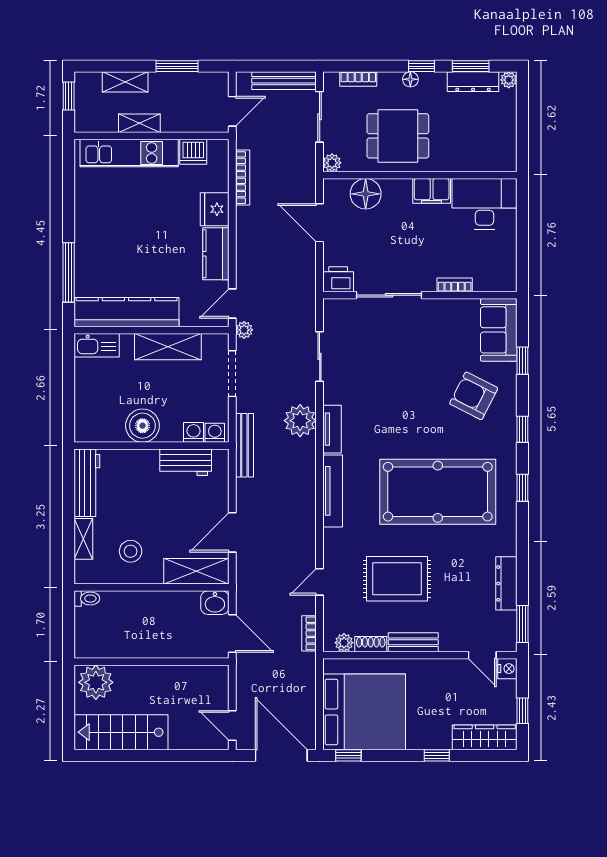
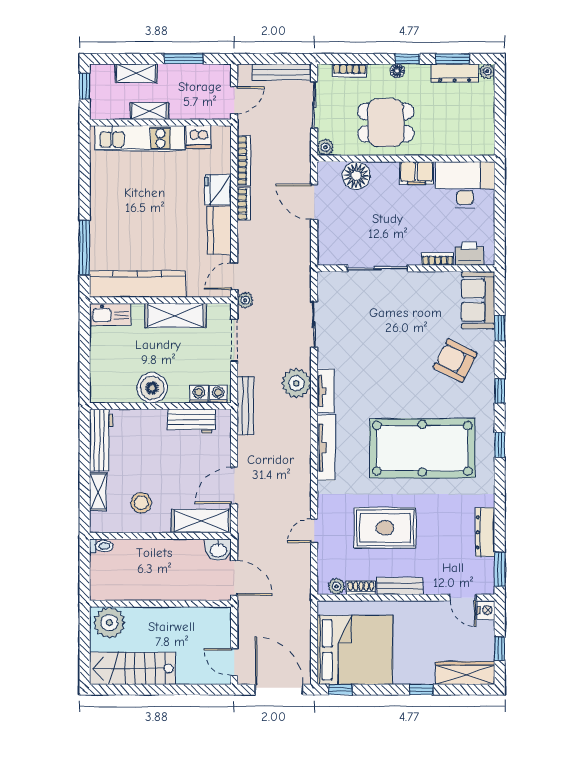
printer: (338, 279) -> (469, 254), moved
bookcase: (309, 633) -> (244, 204), moved, turned 180

